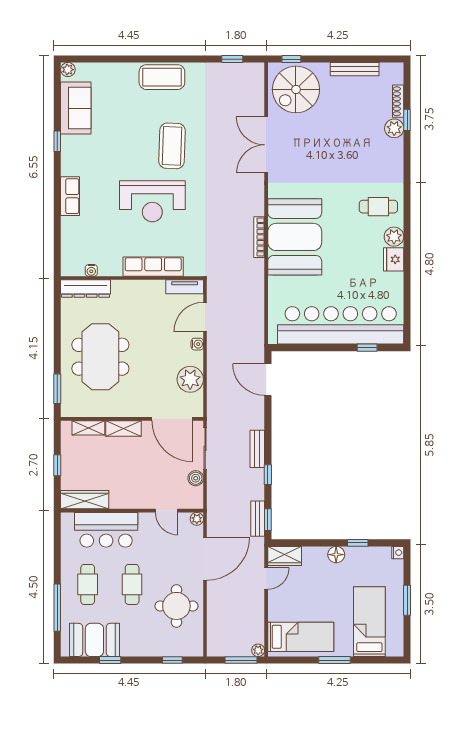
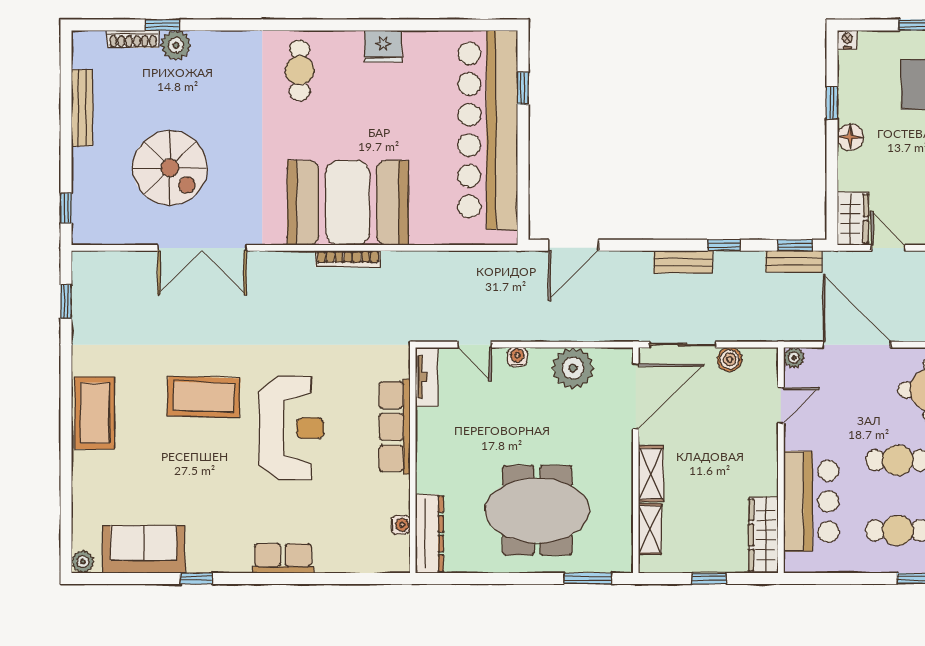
spiral stairs: (296, 89) -> (170, 168), moved
plant: (394, 237) -> (347, 46), removed
door: (205, 317) -> (475, 345), width x0.73

